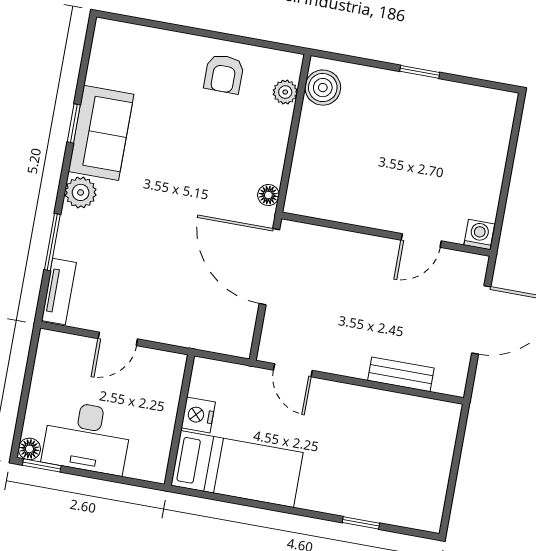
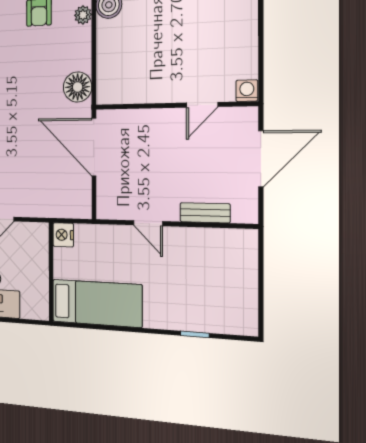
floor lamp: (268, 195) -> (78, 87), width x1.89, depth x1.89
door: (293, 370) -> (148, 223), moved
nightstand: (198, 415) -> (63, 235), moved

